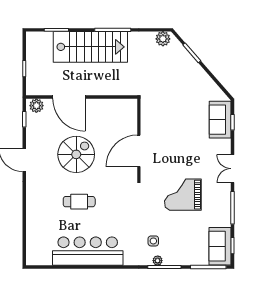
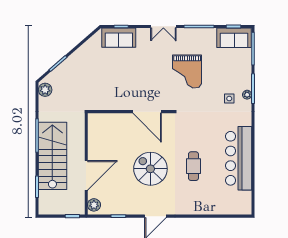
door: (69, 97) -> (86, 175), moved
wall: (82, 97) -> (86, 164), moved
plant: (36, 106) -> (94, 205), moved

